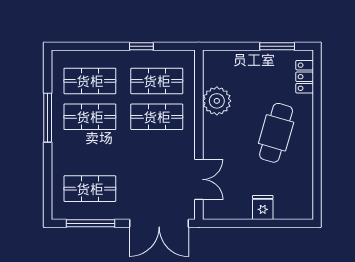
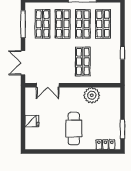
shop shelf: (157, 81) -> (63, 24), moved
cafe table: (276, 133) -> (74, 129), turned 74
double door: (159, 223) -> (23, 63), width x0.73

